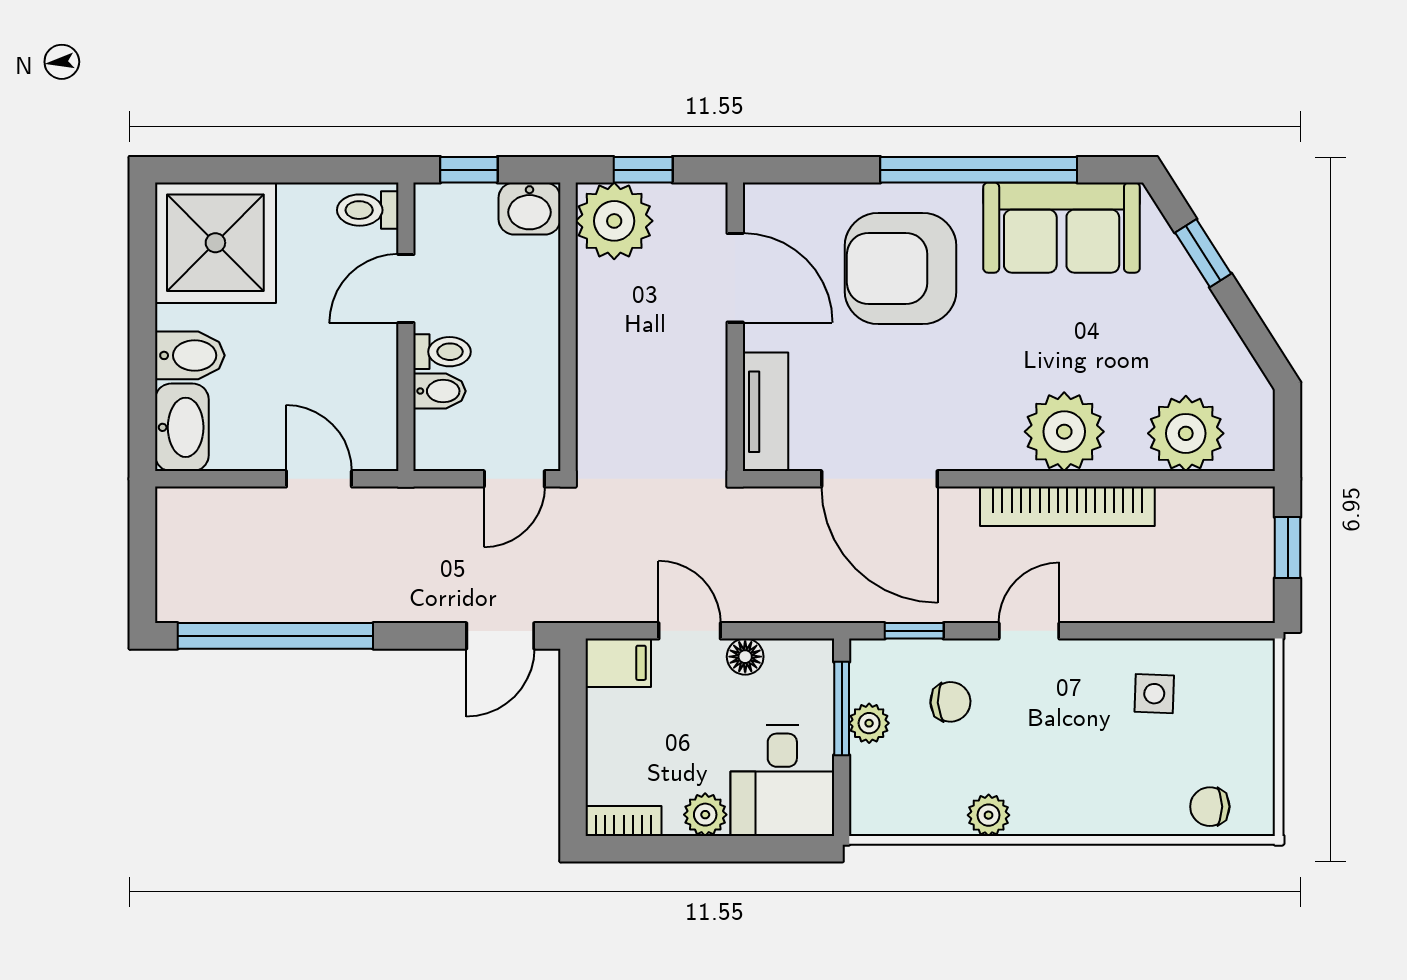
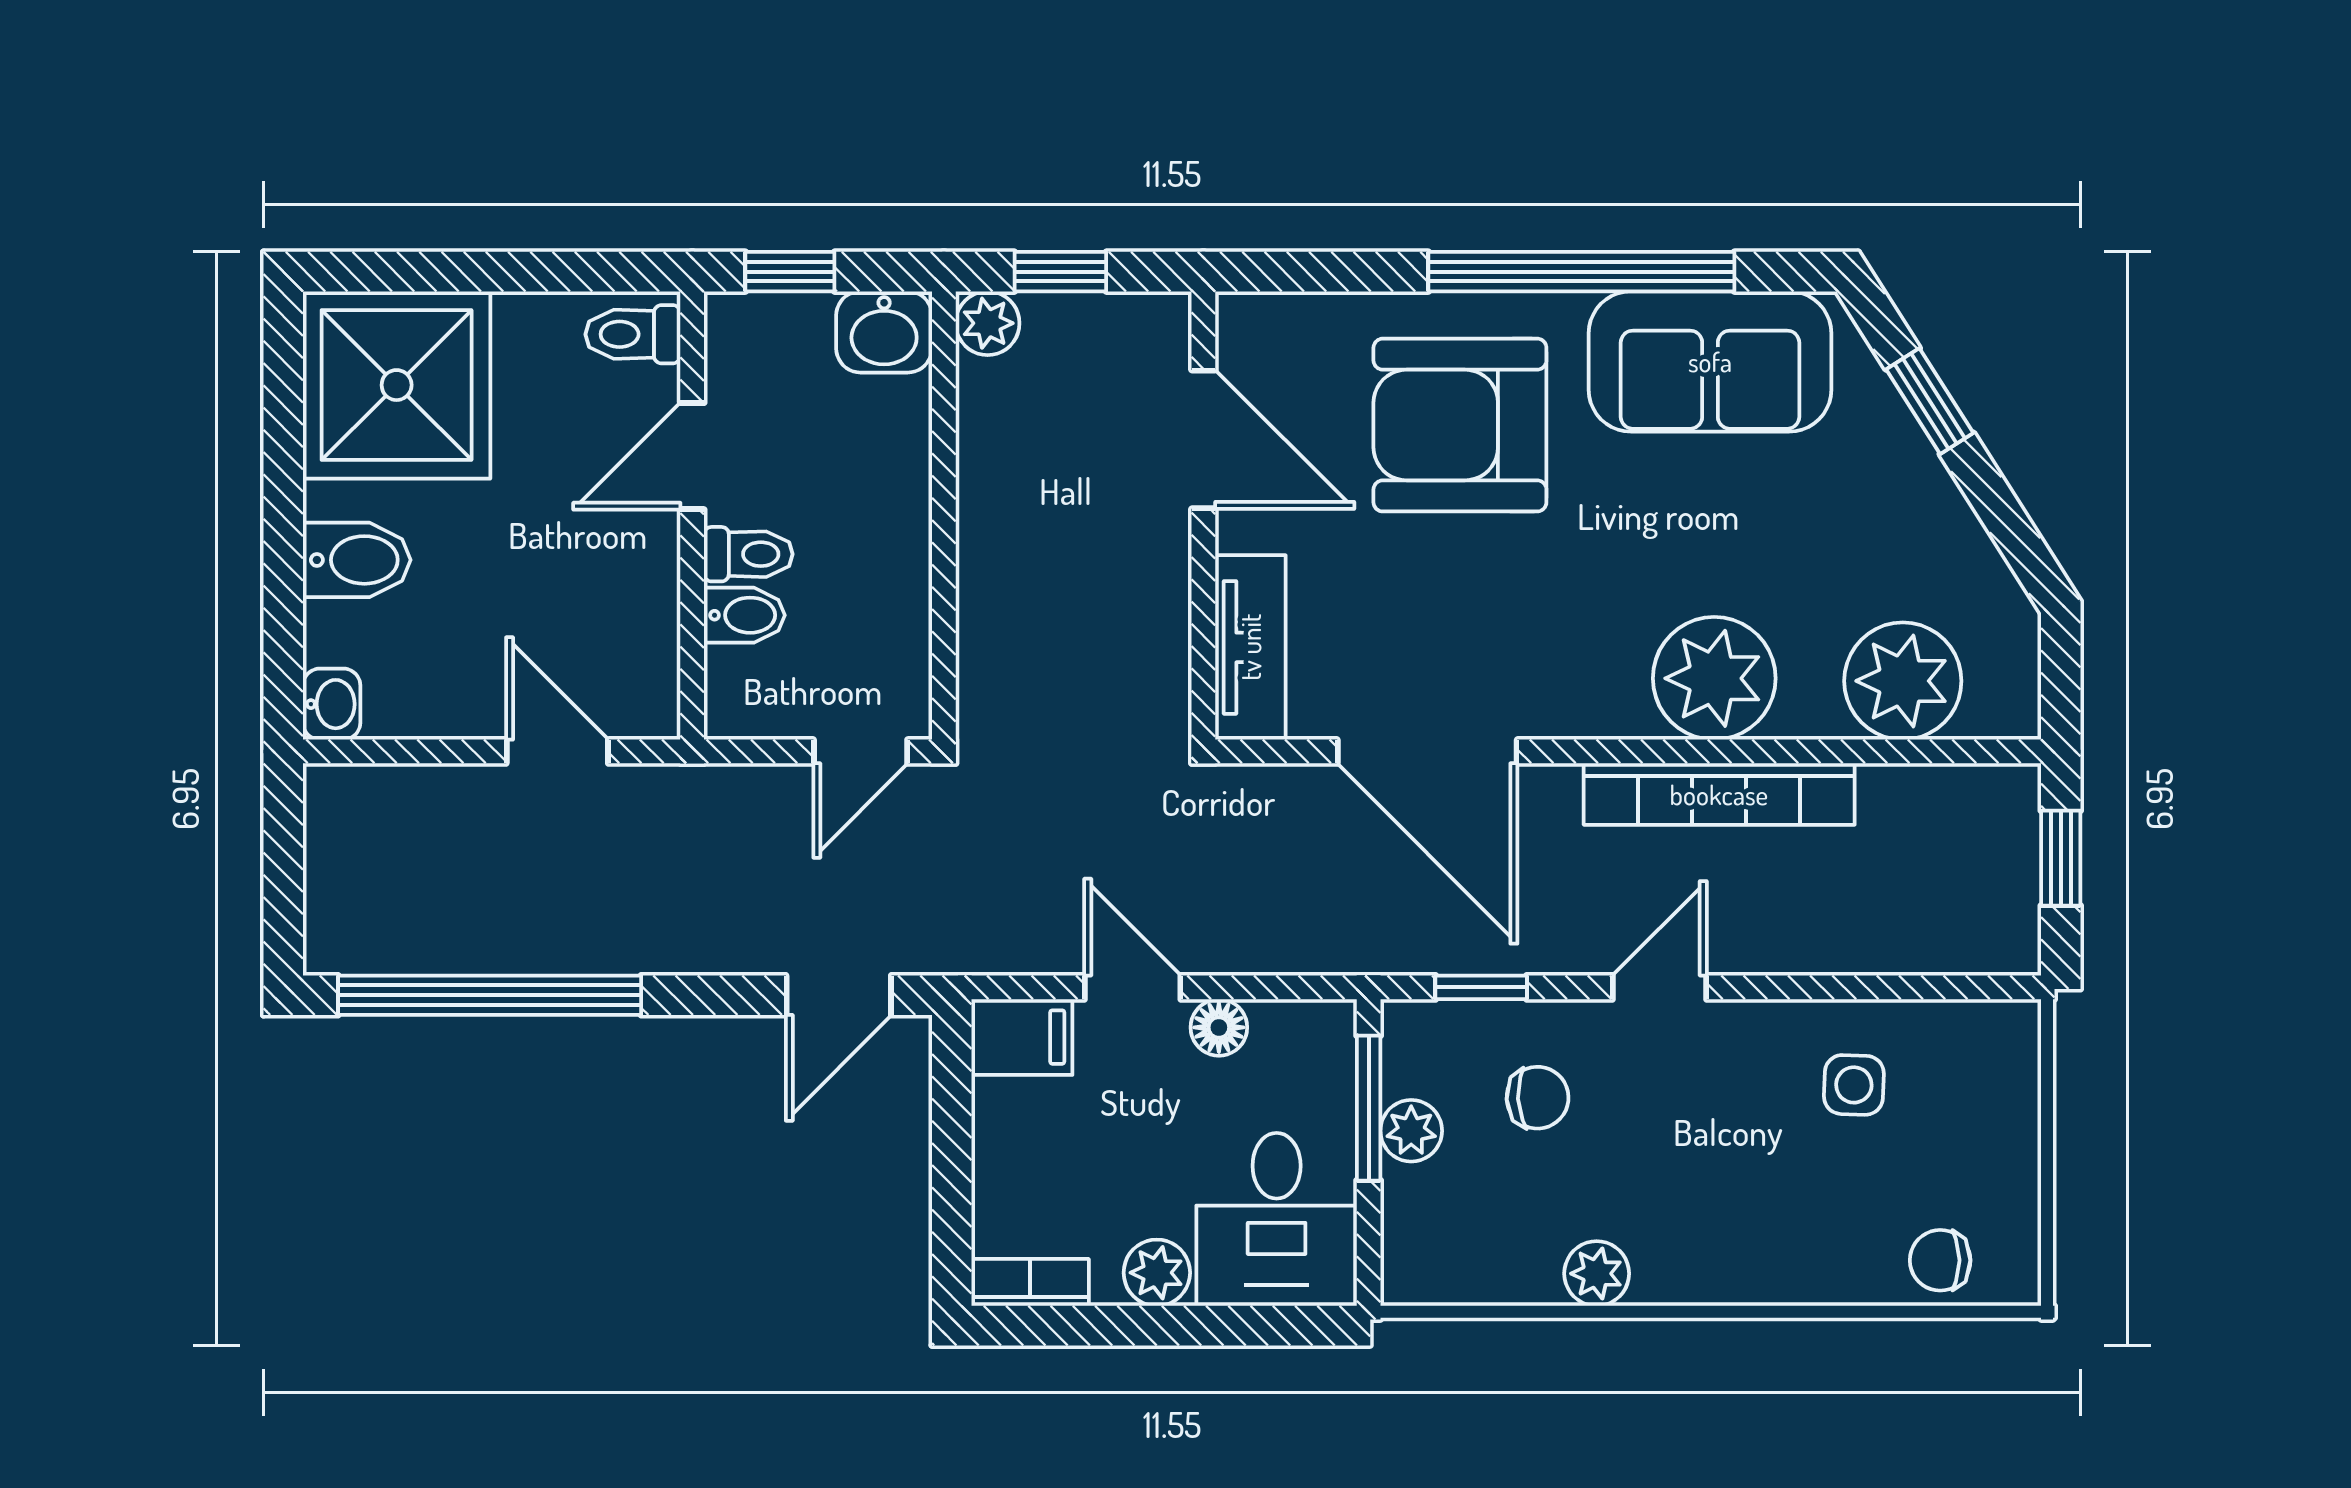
plant: (614, 221) -> (988, 323), width x0.53, depth x0.53
washbasin: (182, 427) -> (332, 704), width x0.52, depth x0.69

